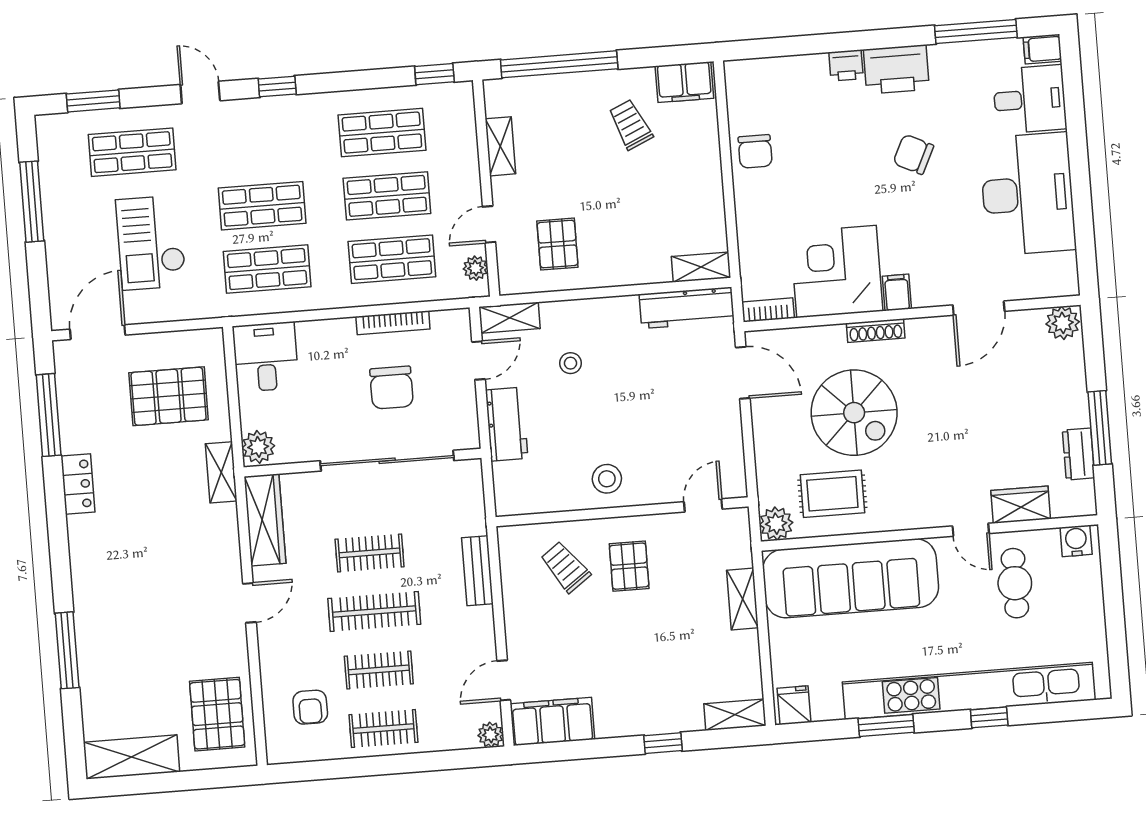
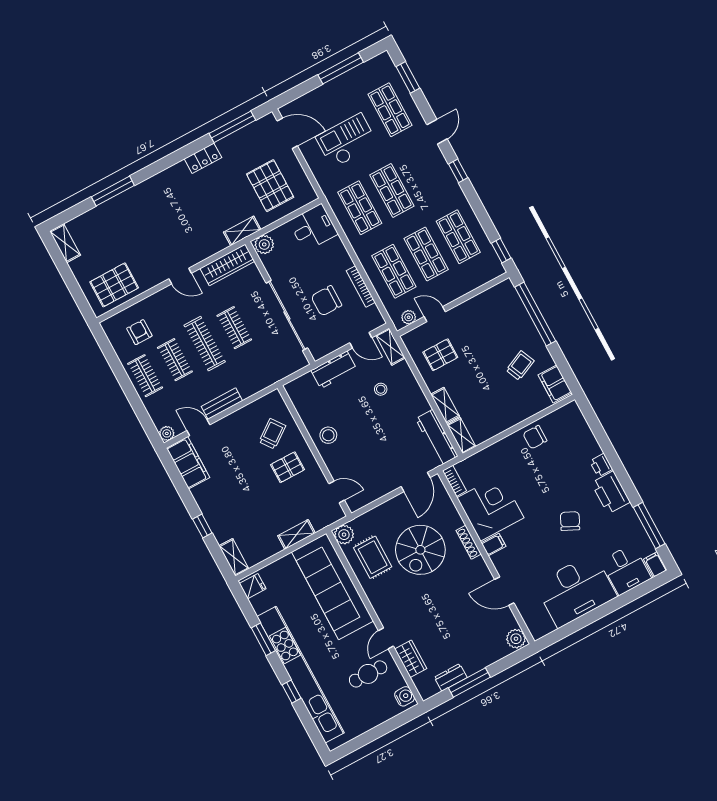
shelving: (500, 146) -> (445, 405), moved, turned 90
bench: (477, 571) -> (222, 404), moved
armchair: (310, 707) -> (139, 332), turned 90
shelving: (132, 757) -> (65, 243), width x0.67, depth x0.75

